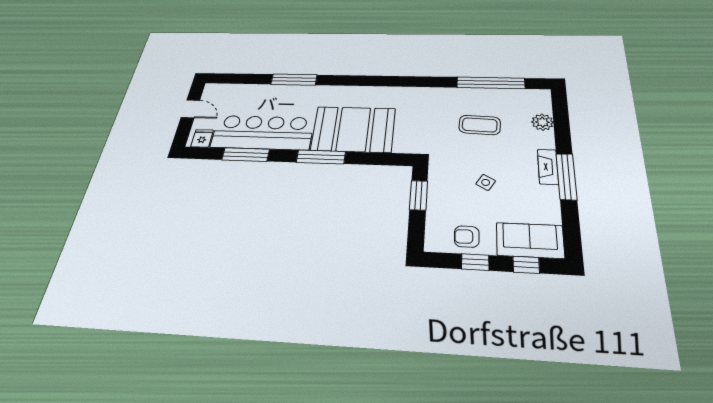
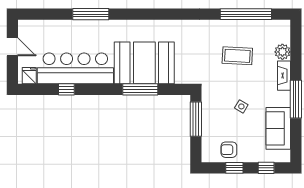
window: (246, 155) -> (66, 89), width x0.46
window: (321, 157) -> (140, 89), moved
fireplace: (548, 167) -> (284, 76), moved
window: (419, 195) -> (196, 119), width x1.44
sofa: (530, 240) -> (278, 128), moved, turned -90

